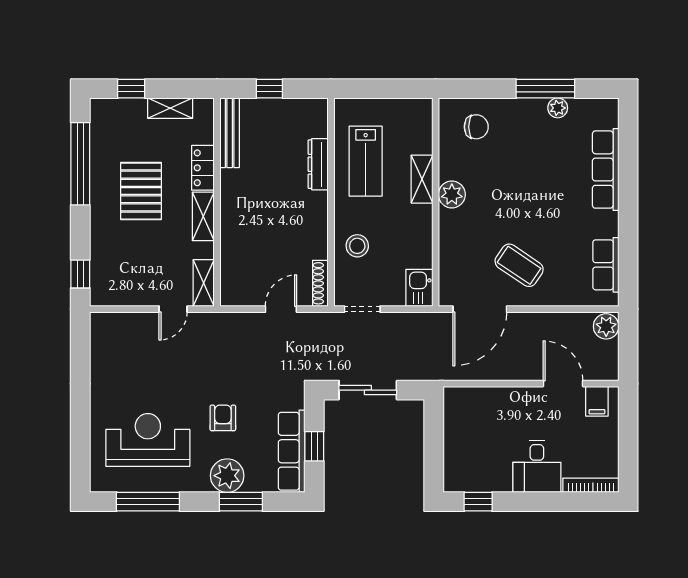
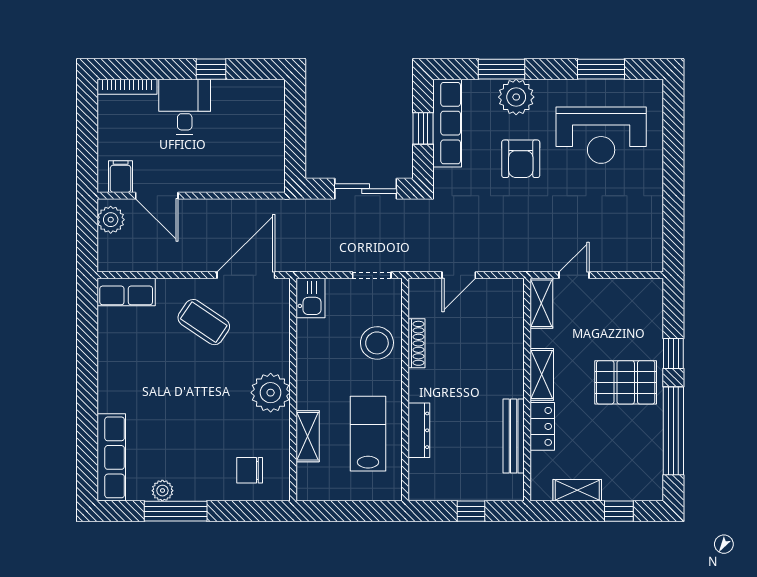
bench: (230, 133) -> (514, 436), moved
row of seats: (606, 170) -> (111, 457), moved
shelving: (422, 179) -> (308, 436), moved
pallet: (141, 191) -> (626, 382), moved, turned 90
plant: (452, 194) -> (271, 393), width x1.36, depth x1.36
stool: (357, 246) -> (377, 343), width x1.38, depth x1.38
row of seats: (606, 265) -> (126, 292), moved, turned 90
window: (80, 274) -> (673, 353), moved
shoe rack: (320, 283) -> (416, 343), moved
plant: (606, 326) -> (111, 220), moved
armchair: (223, 418) -> (521, 159), width x1.38, depth x1.38
window: (148, 502) -> (601, 69), width x0.69
window: (478, 502) -> (211, 69), moved

